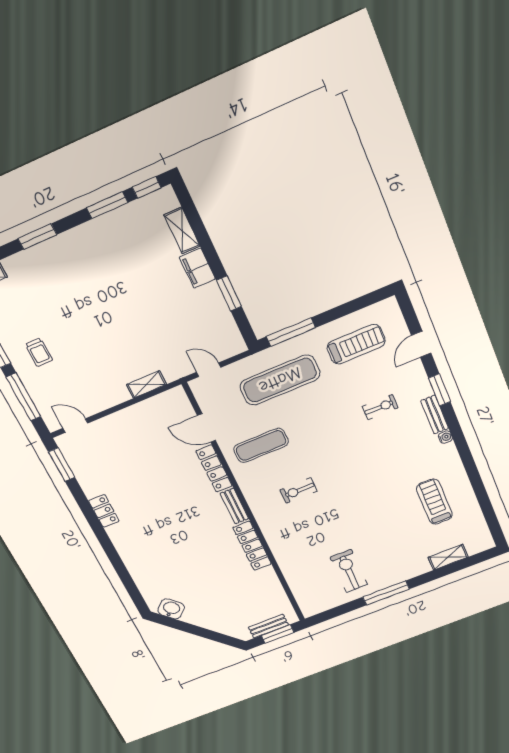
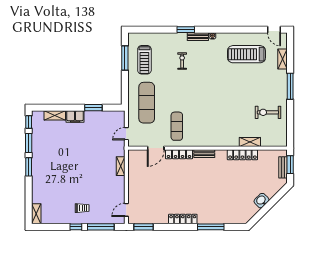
window: (37, 237) -> (29, 167), moved
window: (291, 332) -> (125, 58), moved
treadmill: (356, 344) -> (144, 60), turned 180
door: (421, 344) -> (274, 30), moved
exercise bike: (298, 490) -> (210, 119), removed
treadmill: (434, 502) -> (246, 54), width x1.37, depth x1.38
locker: (104, 511) -> (183, 219), width x1.53
locker: (252, 546) -> (242, 155), moved
window: (118, 564) -> (211, 227), added
shelving: (287, 565) -> (250, 142), added
window: (386, 593) -> (290, 86), moved
washbasin: (171, 609) -> (261, 201), moved

